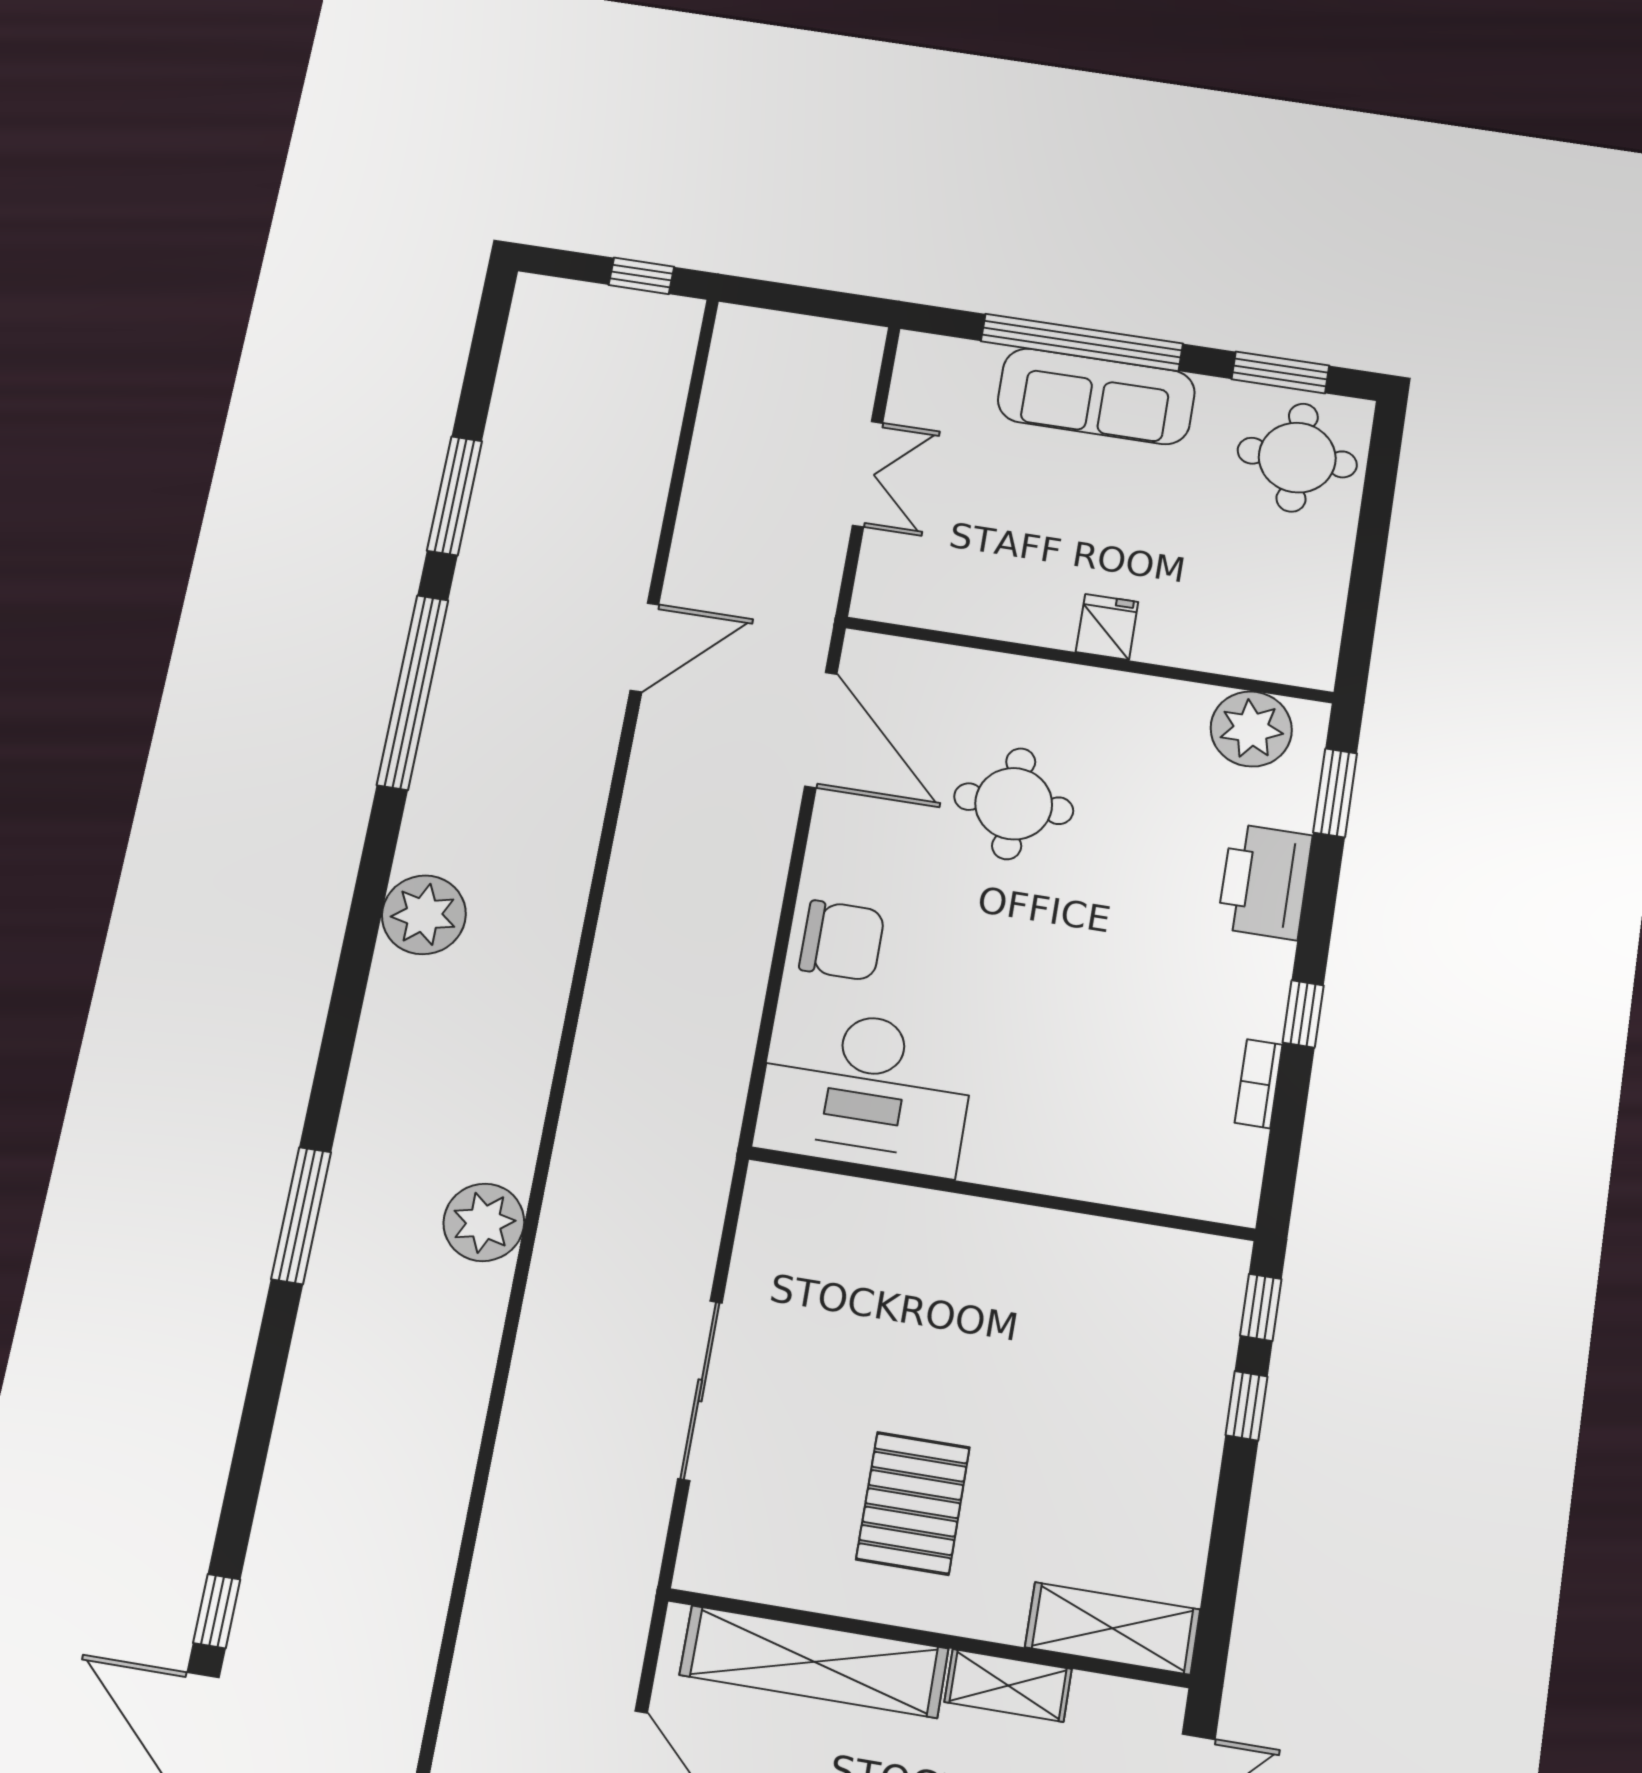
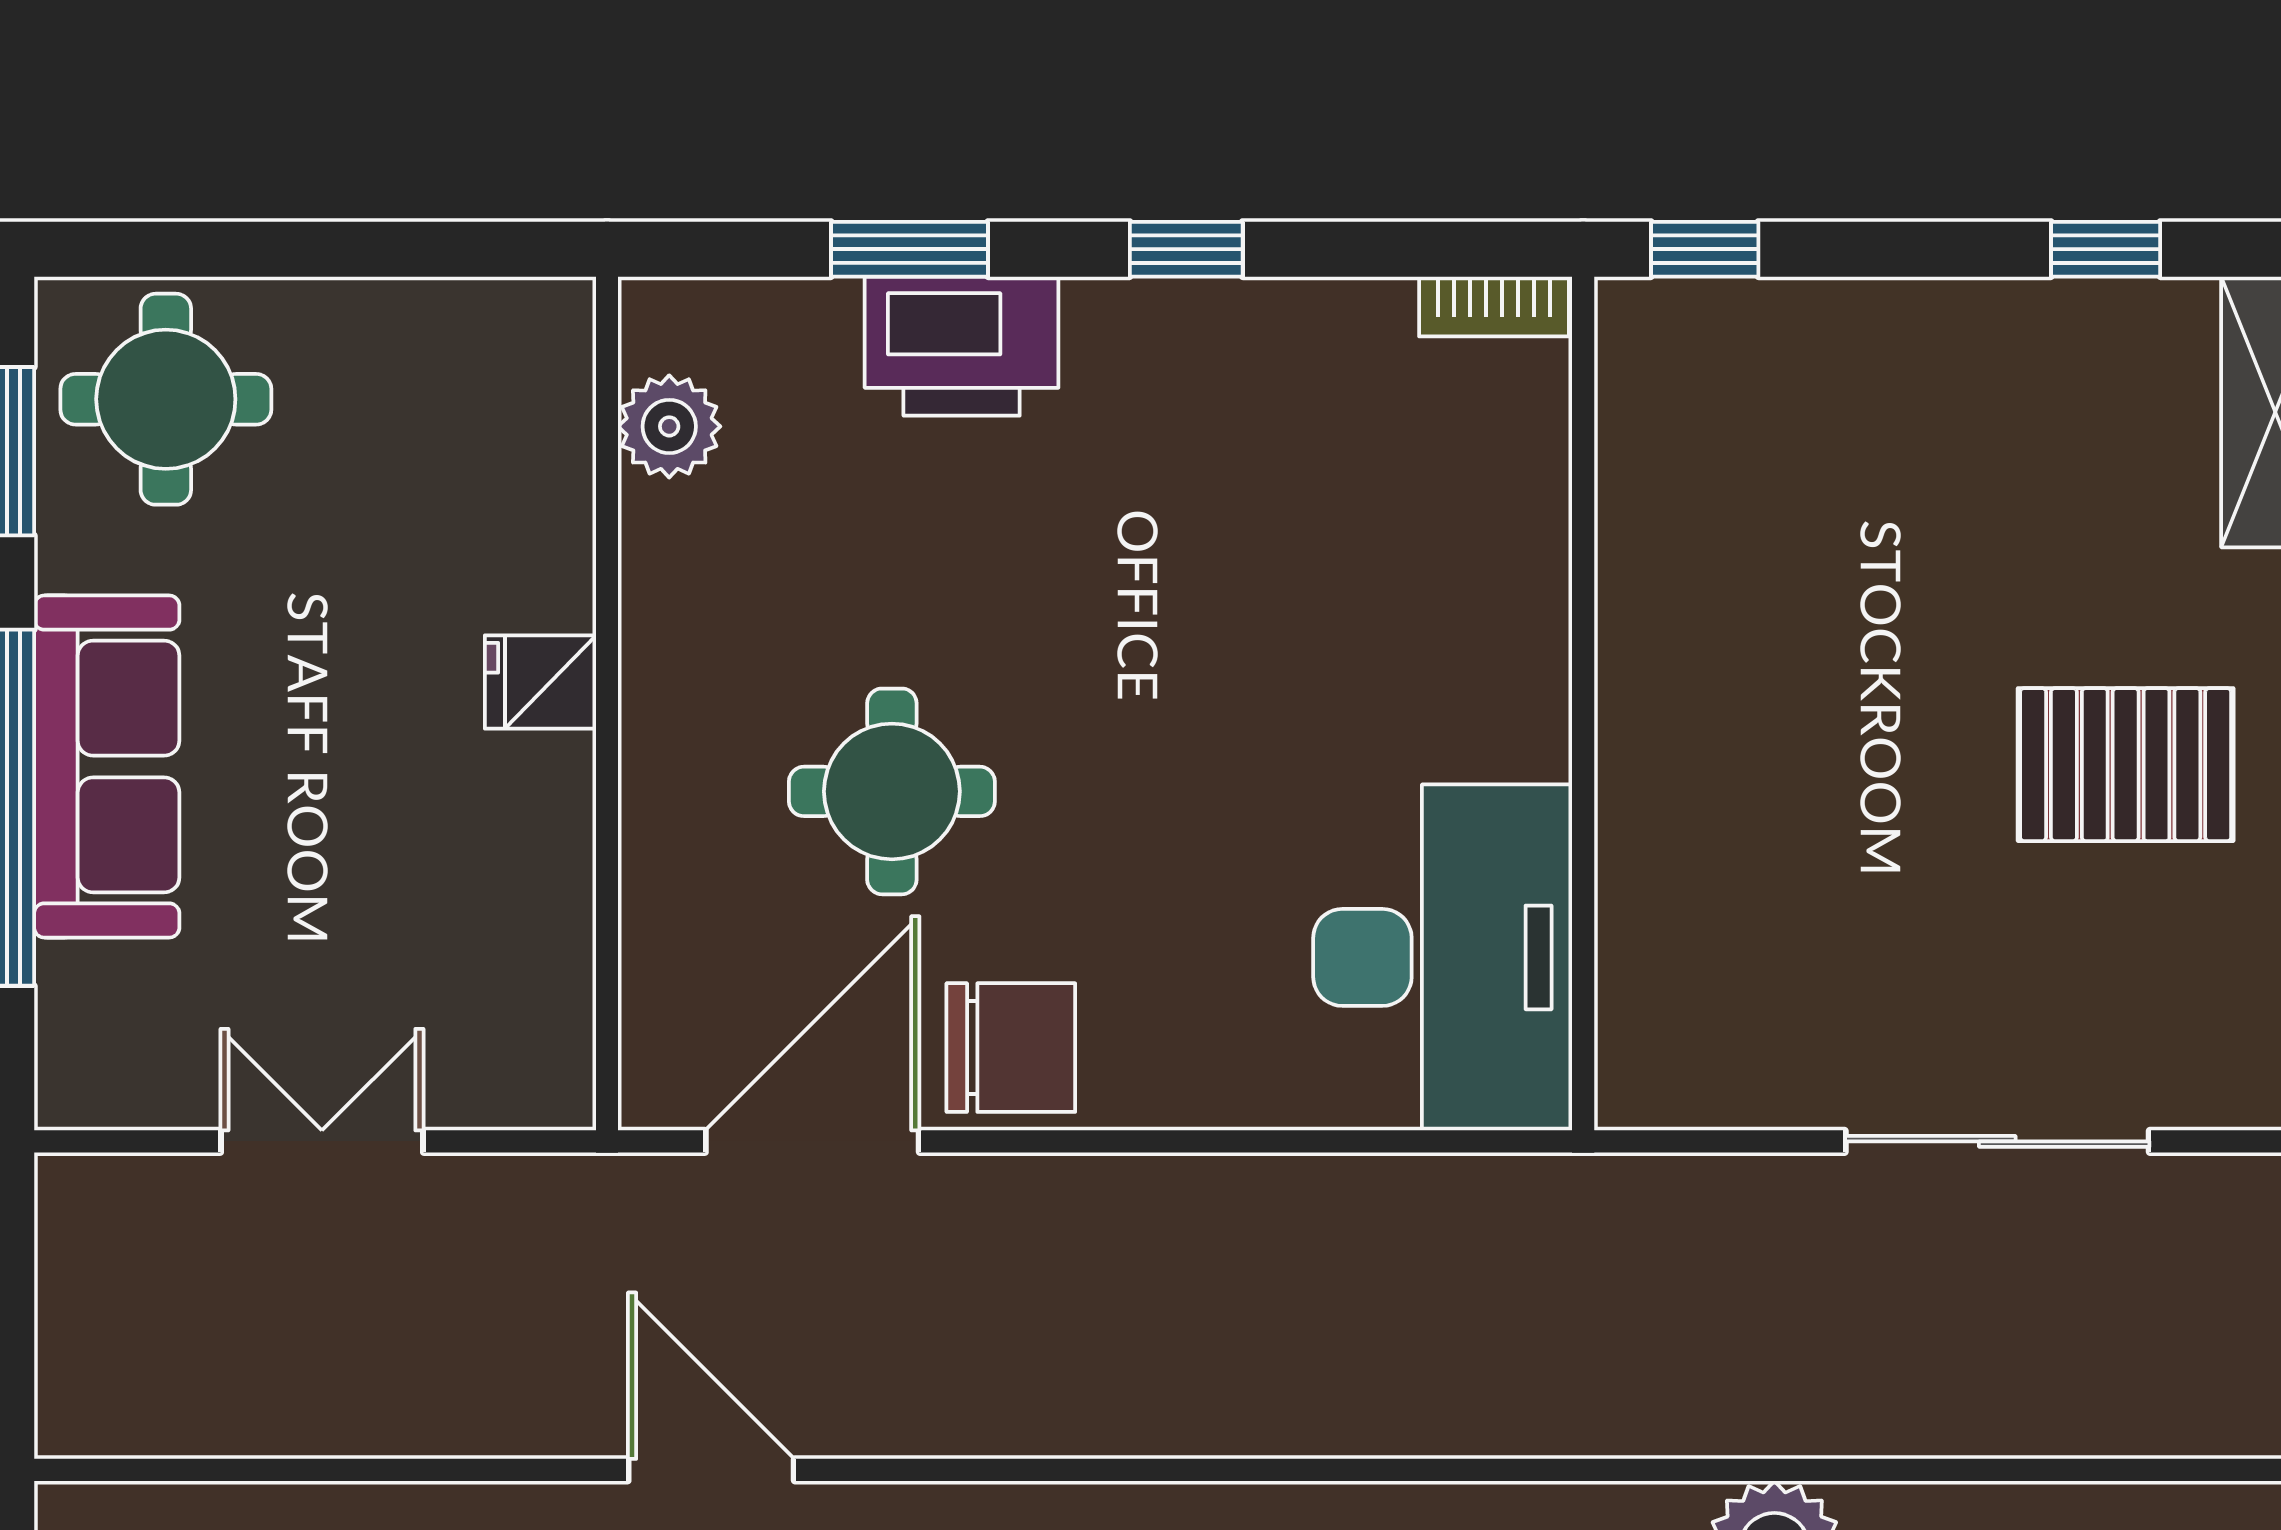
plant: (1251, 729) -> (669, 426), width x0.73, depth x0.73
window: (1335, 793) -> (909, 249), moved
chair: (842, 941) -> (1011, 1048), moved, turned 90
bookcase: (1259, 1084) -> (1494, 306), moved
window: (1247, 1406) -> (2106, 249), moved

